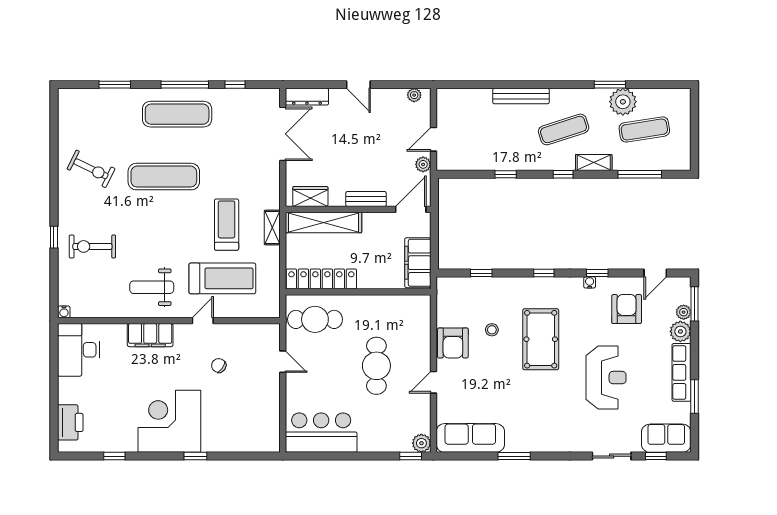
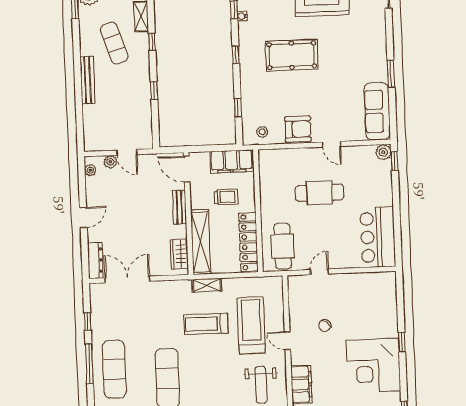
plant: (423, 164) -> (111, 162), moved
trolley: (376, 254) -> (226, 197), added
stool: (492, 330) -> (262, 132), moved

